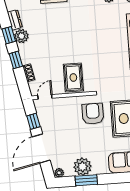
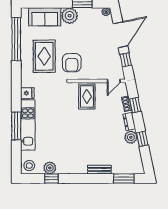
dresser: (15, 20) -> (129, 121), moved
window: (16, 60) -> (135, 105), moved
plant: (82, 167) -> (70, 16), moved

